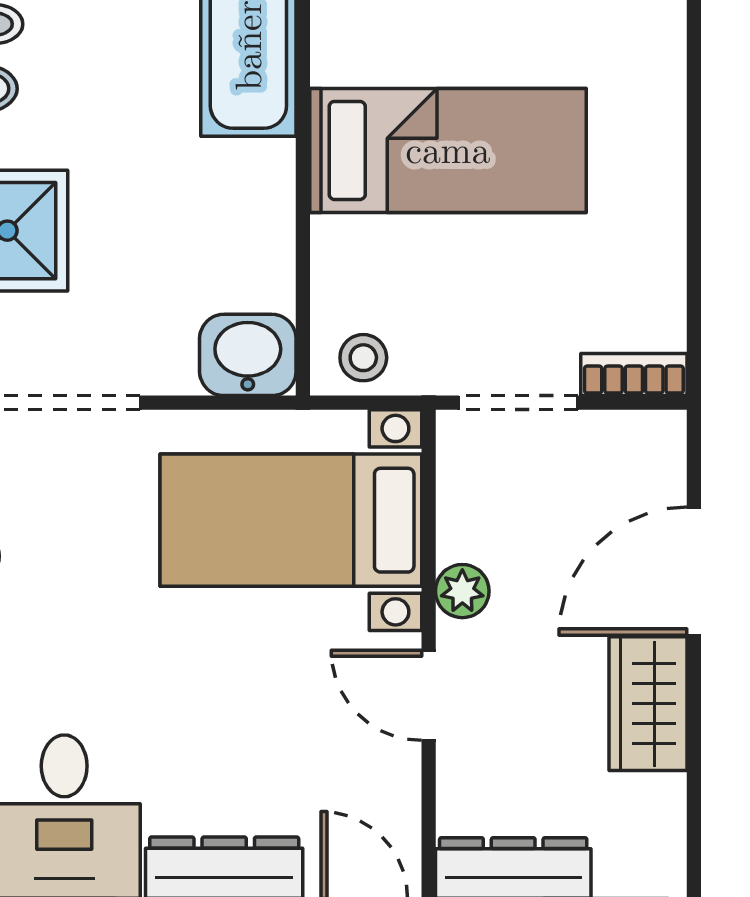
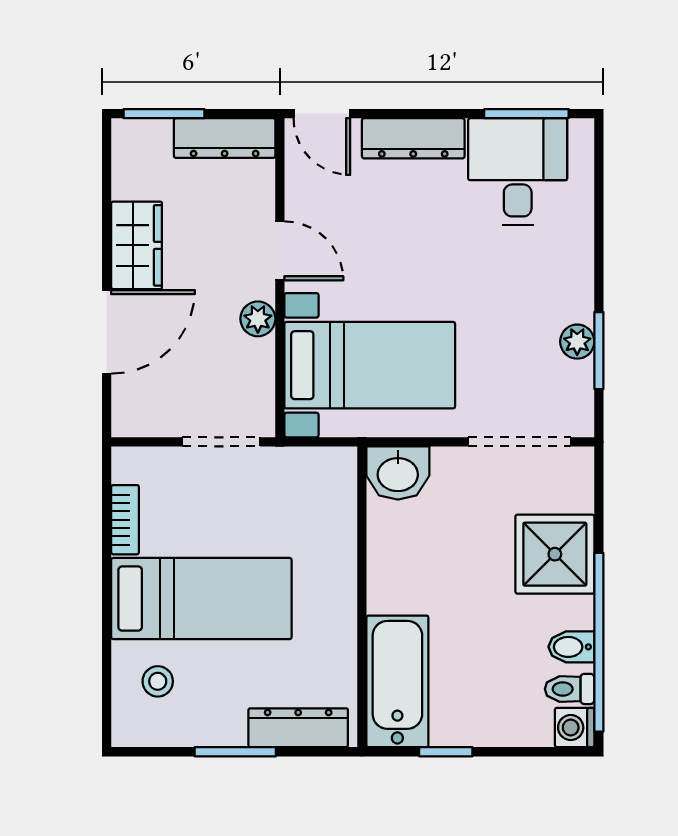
bed: (448, 150) -> (201, 599), moved, turned 180
stool: (363, 358) -> (158, 681), moved
bookcase: (634, 374) -> (125, 520), moved, turned -90

